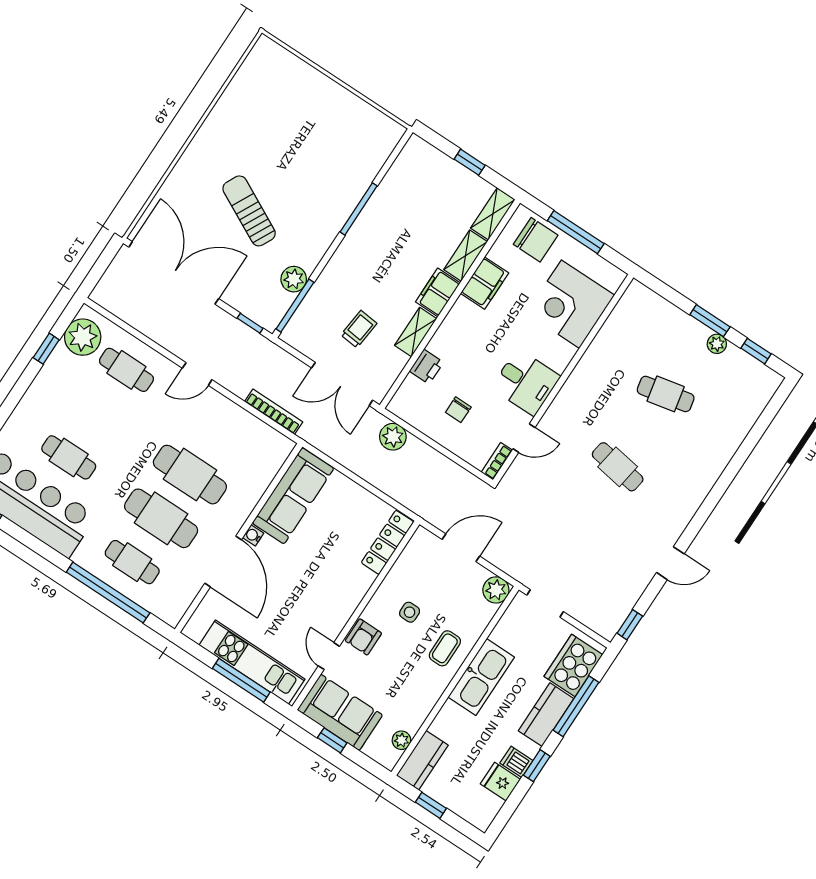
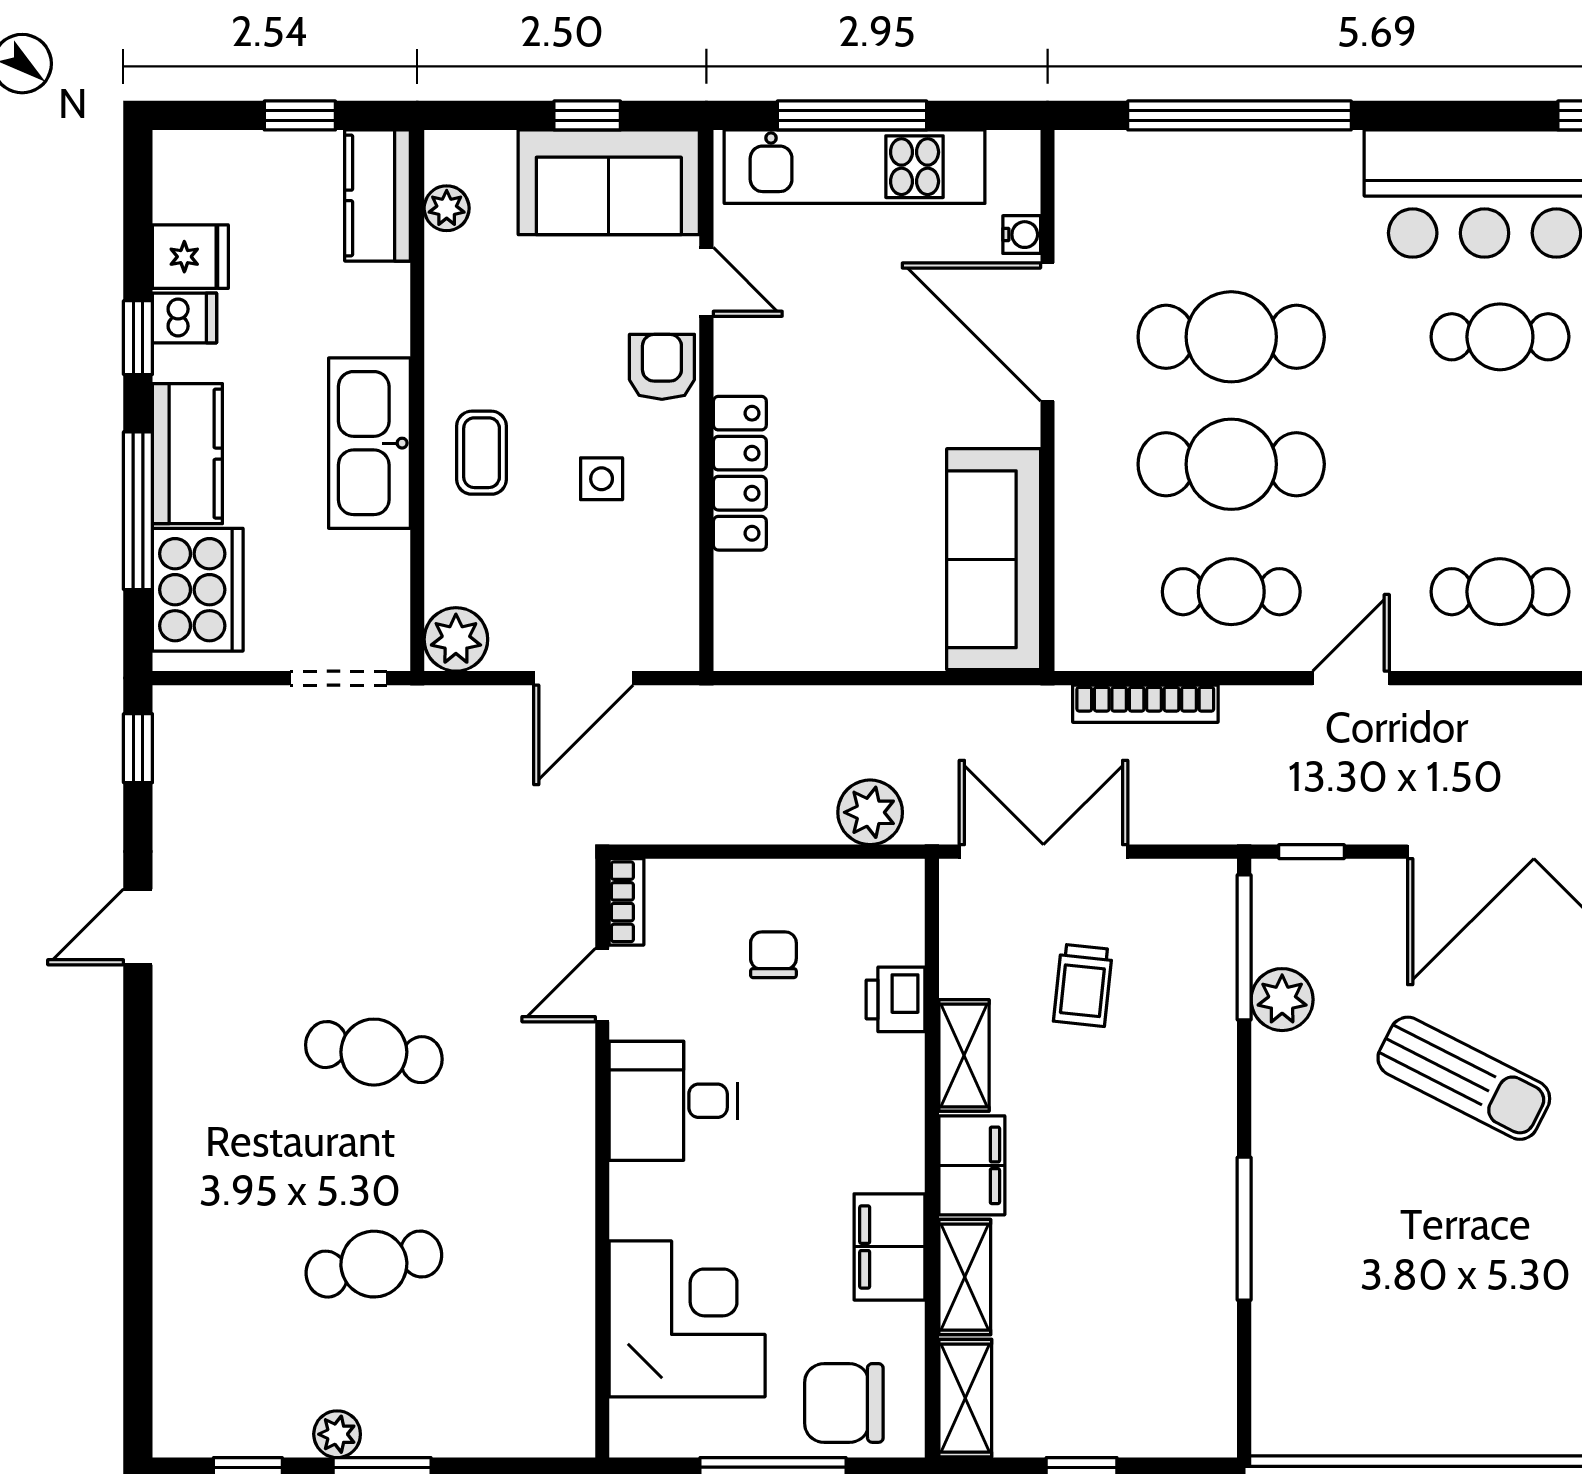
water cooler: (253, 535) -> (1022, 235), moved
locker: (387, 542) -> (740, 473), moved
cafe table: (132, 562) -> (1231, 592), moved

